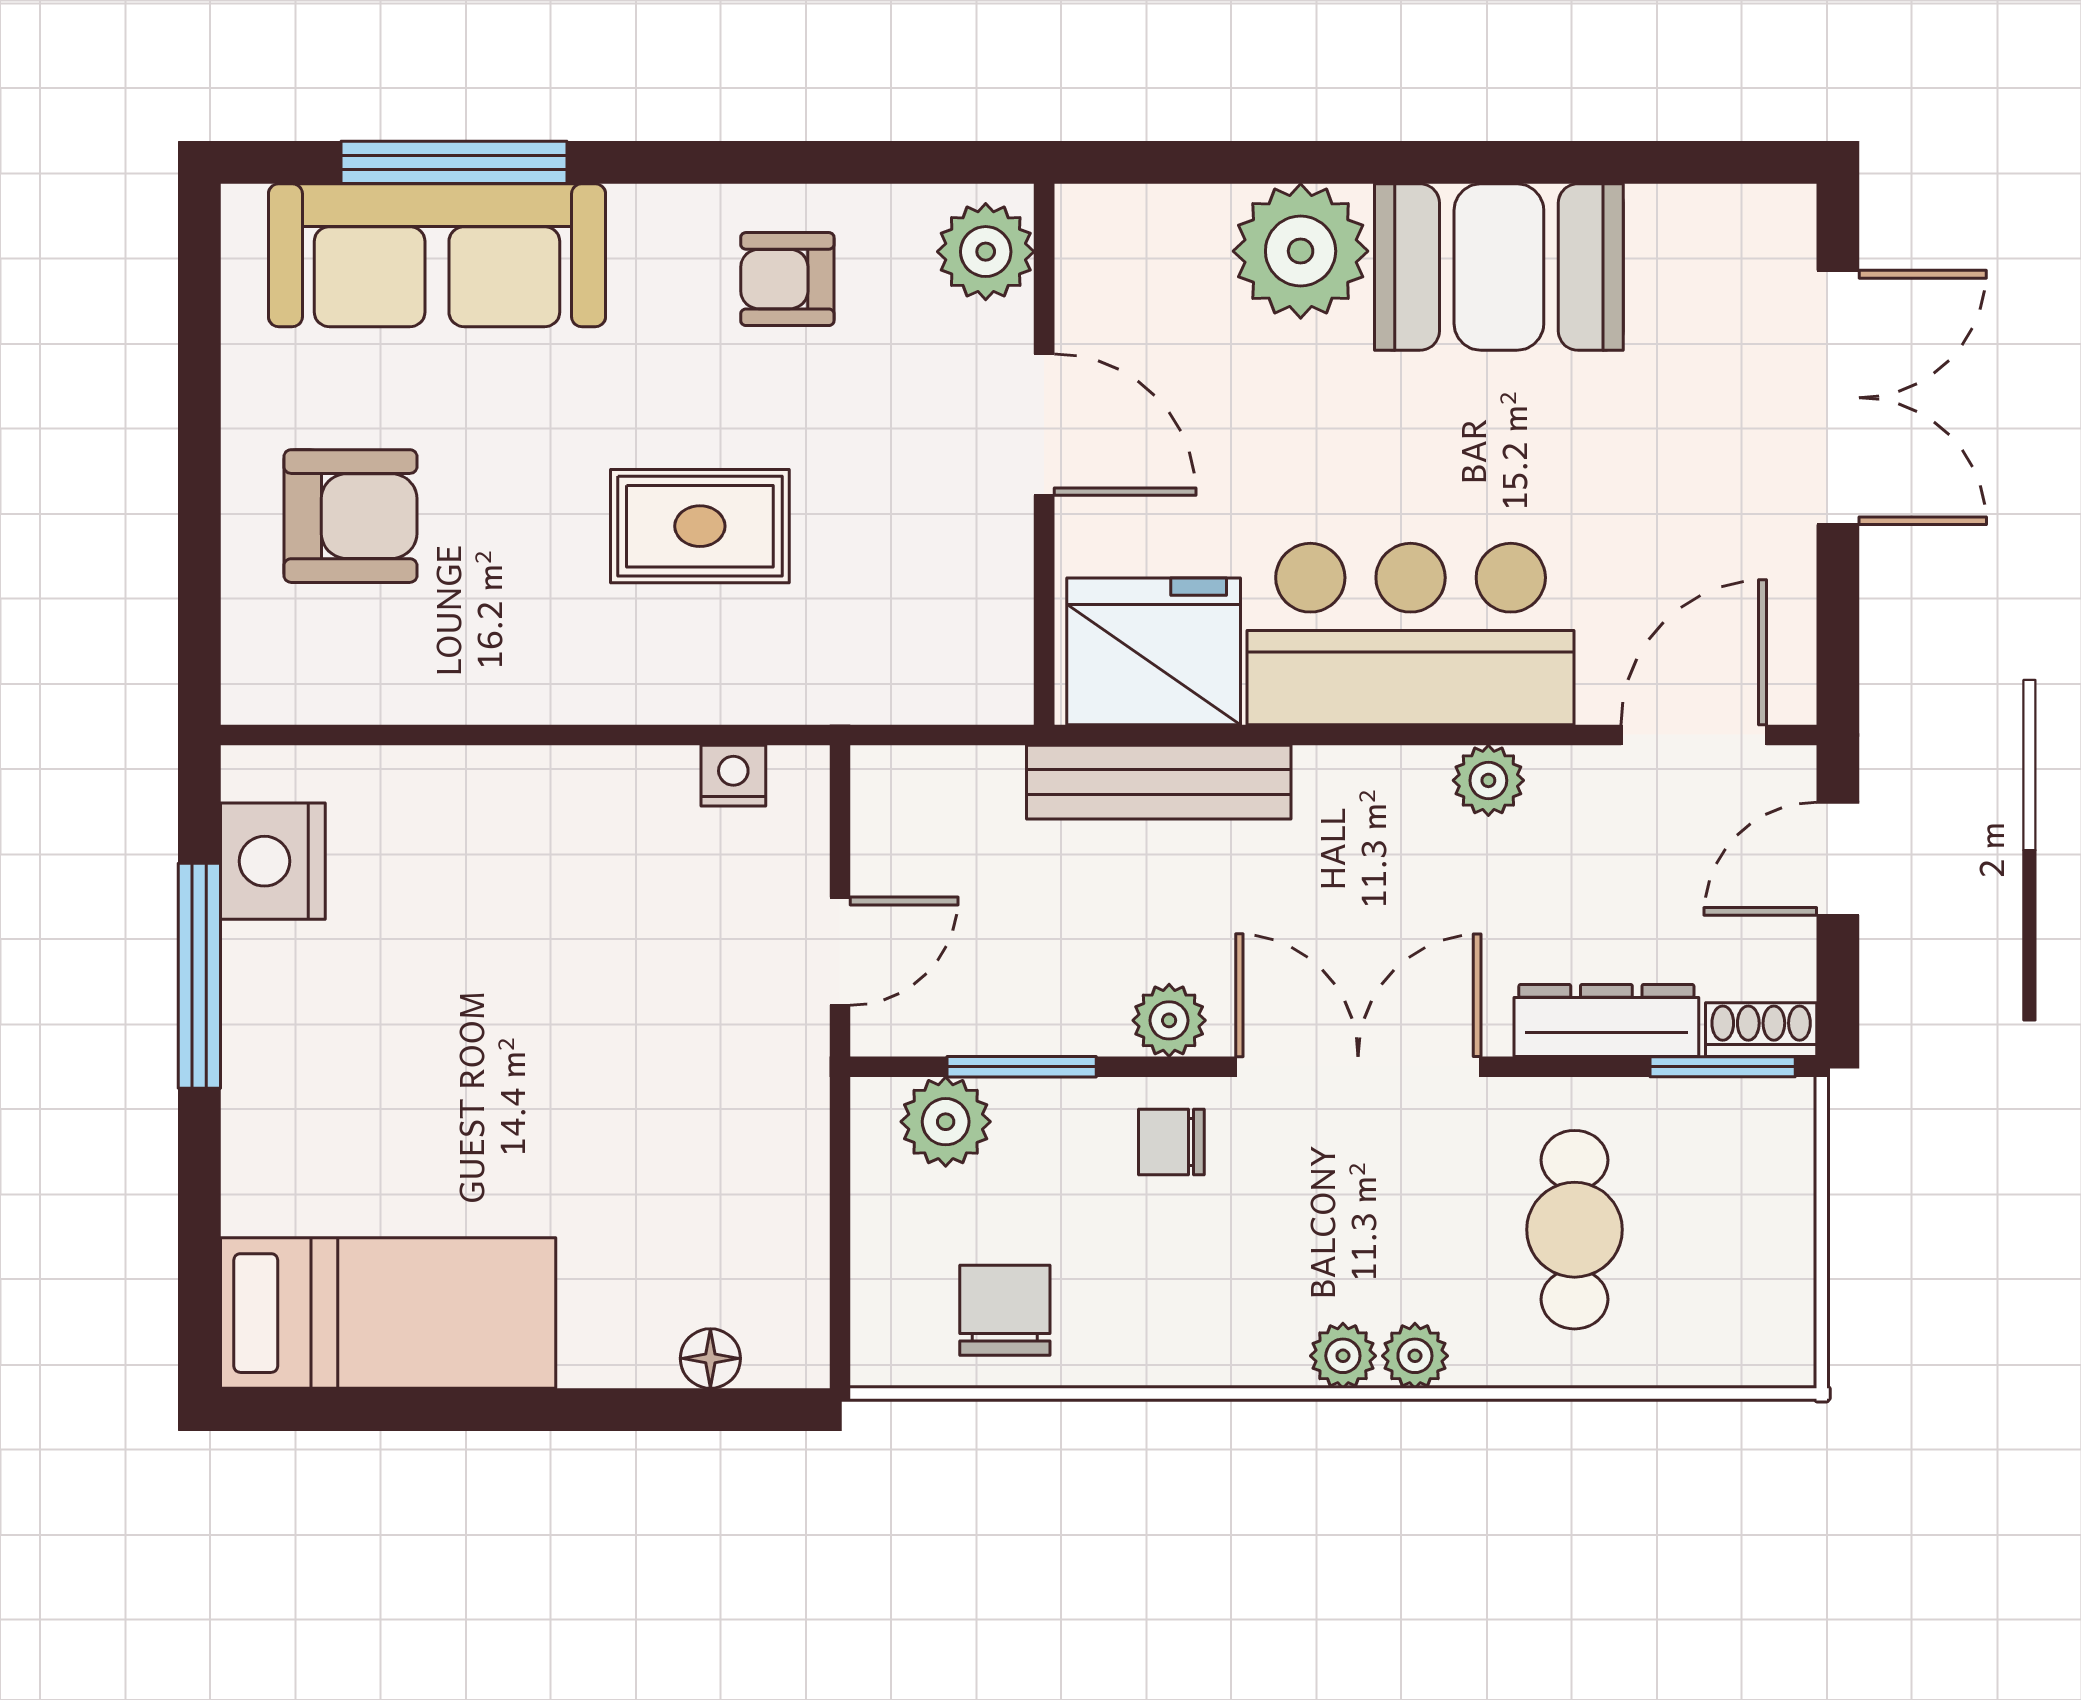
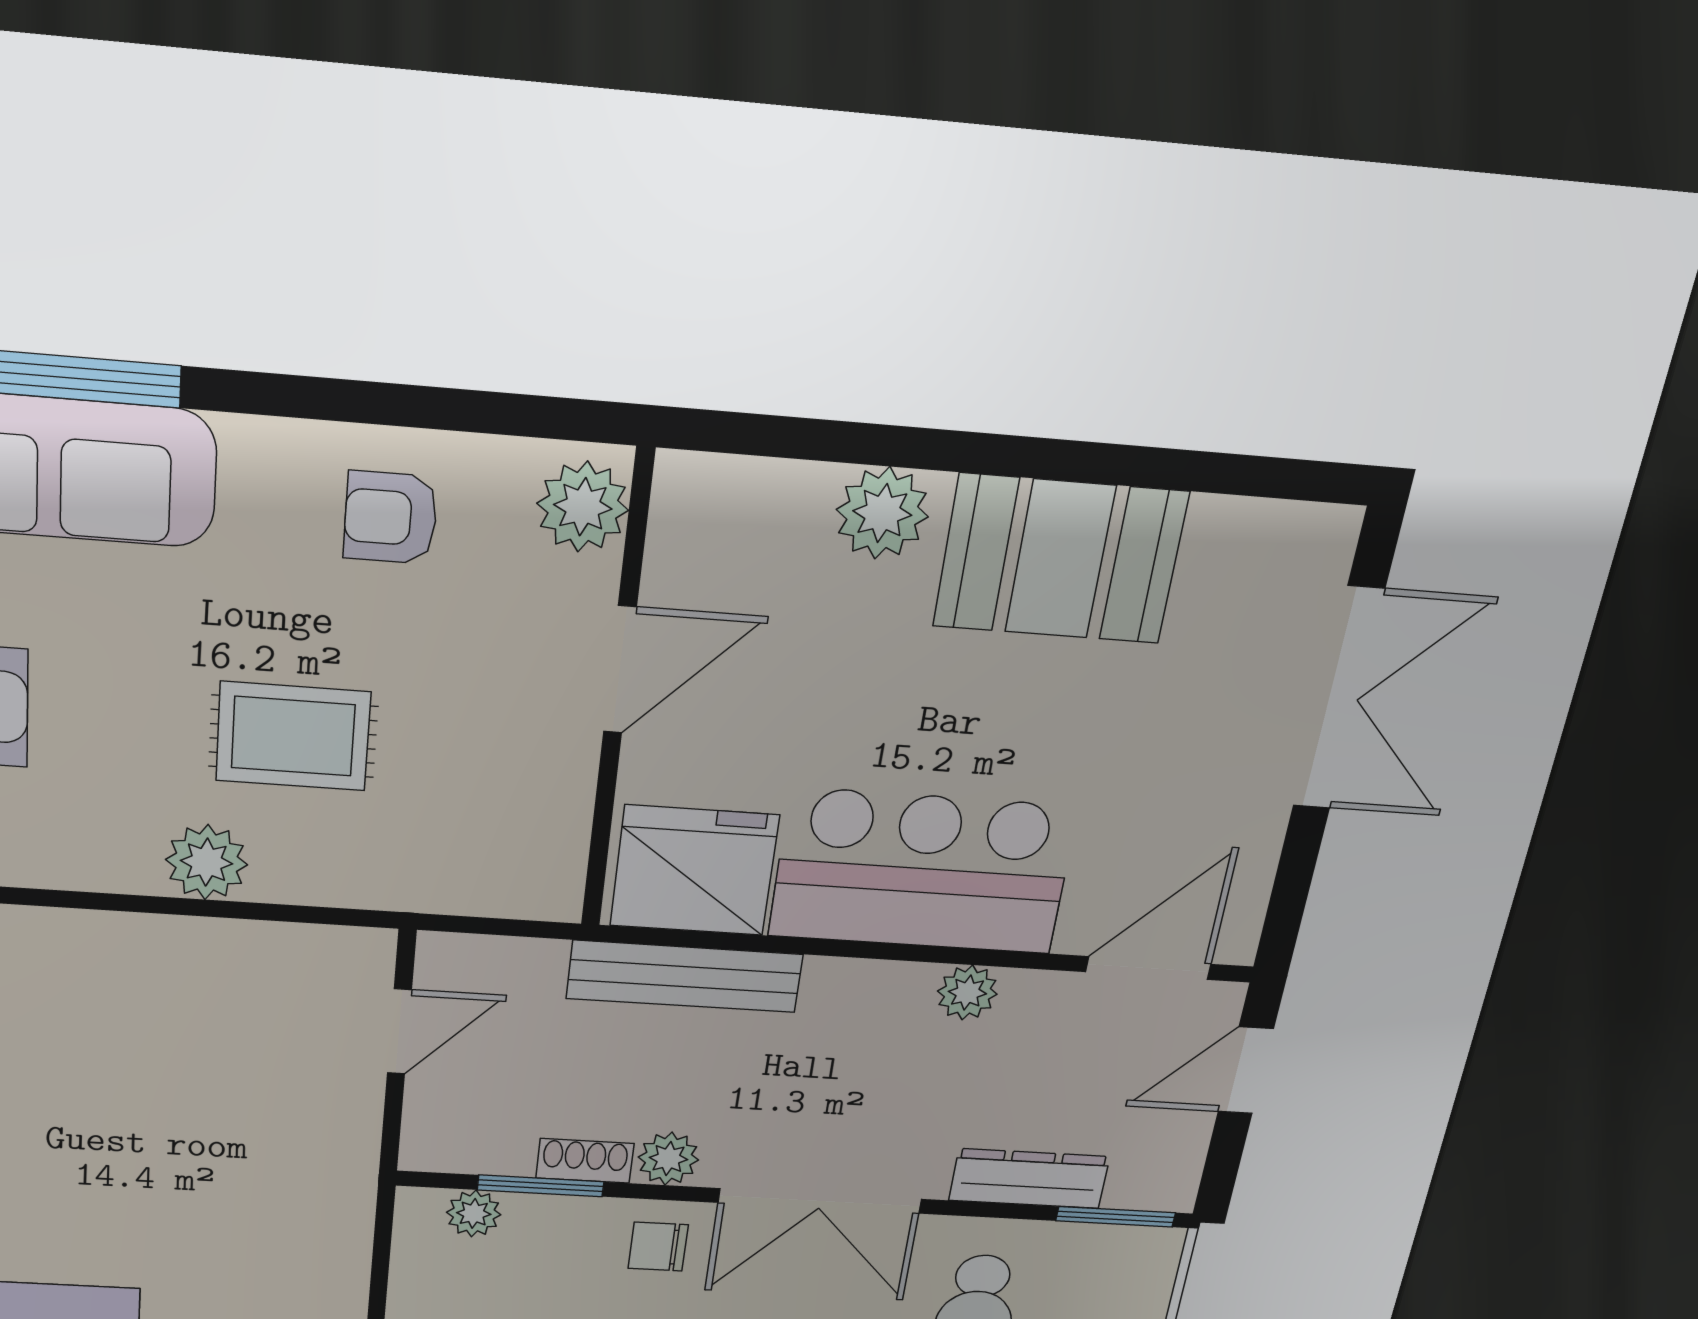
plant: (1301, 251) -> (882, 513), width x0.73, depth x0.73
door: (1044, 425) -> (620, 670), hinge flipped
plant: (613, 680) -> (207, 862), added
nightstand: (733, 776) -> (311, 948), removed
door: (840, 951) -> (399, 1031), moved
shoe rack: (1761, 1030) -> (585, 1161), moved
double door: (1358, 1067) -> (820, 1201), swing flipped
plant: (946, 1122) -> (474, 1213), width x0.73, depth x0.73

